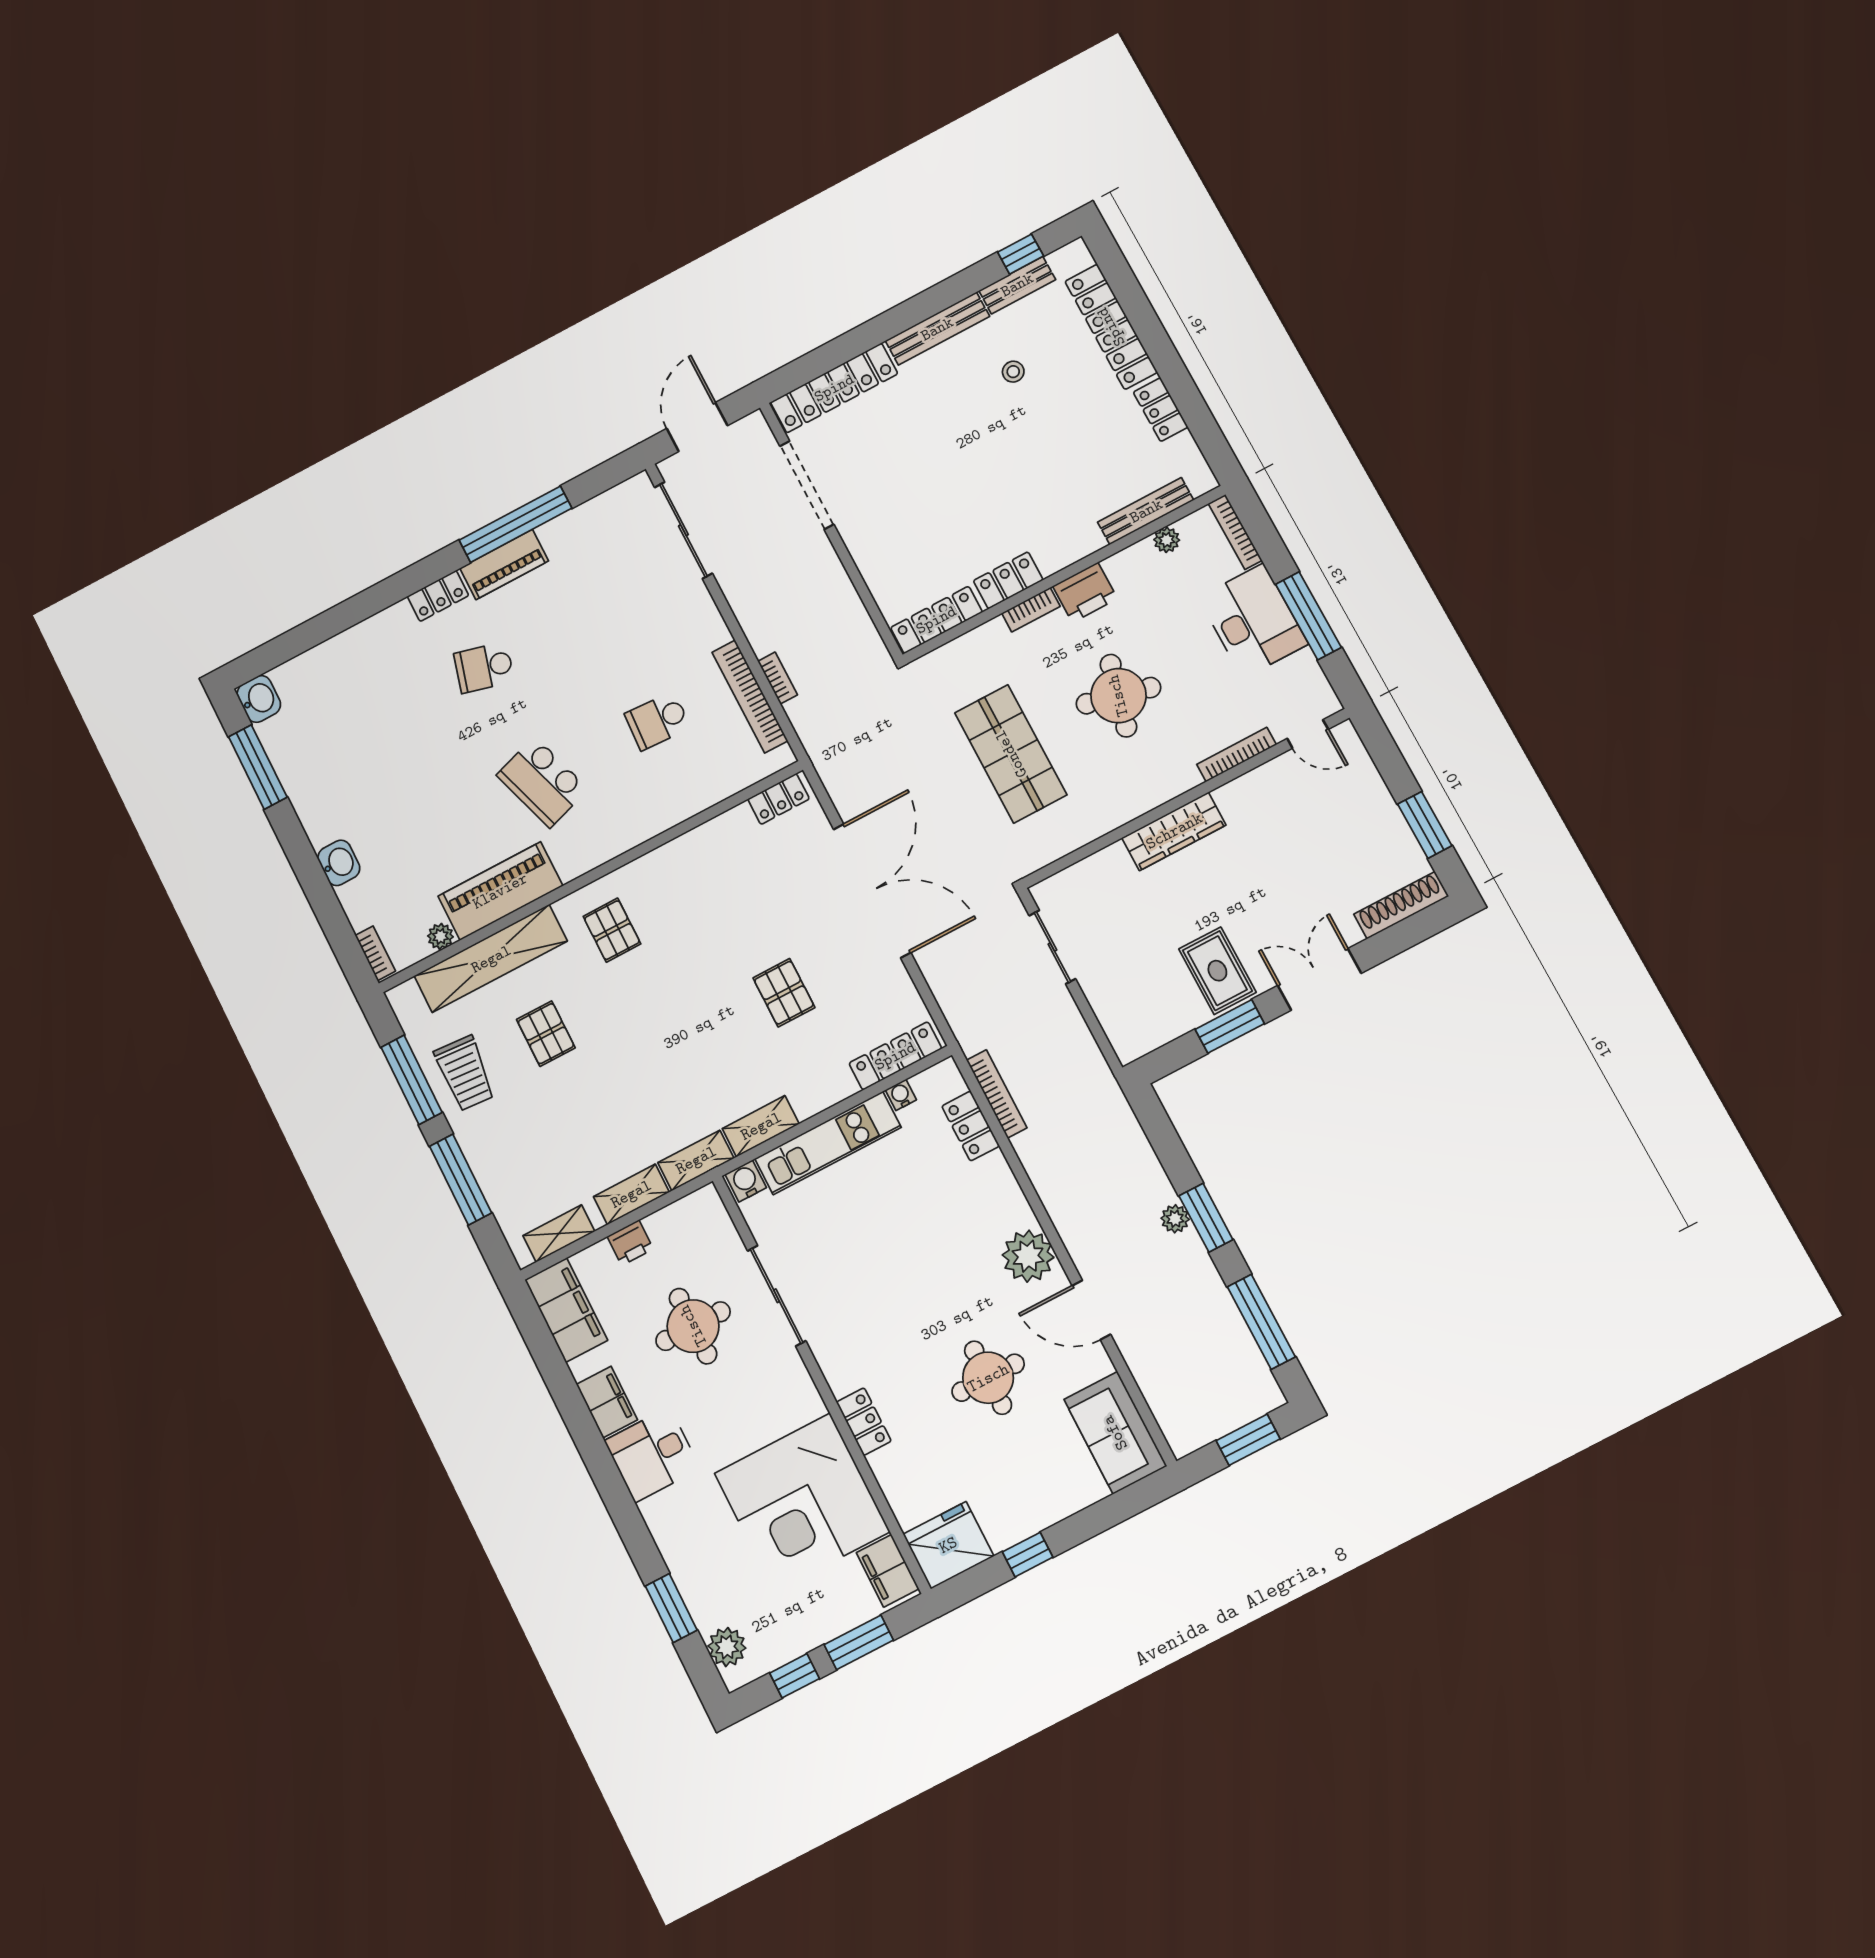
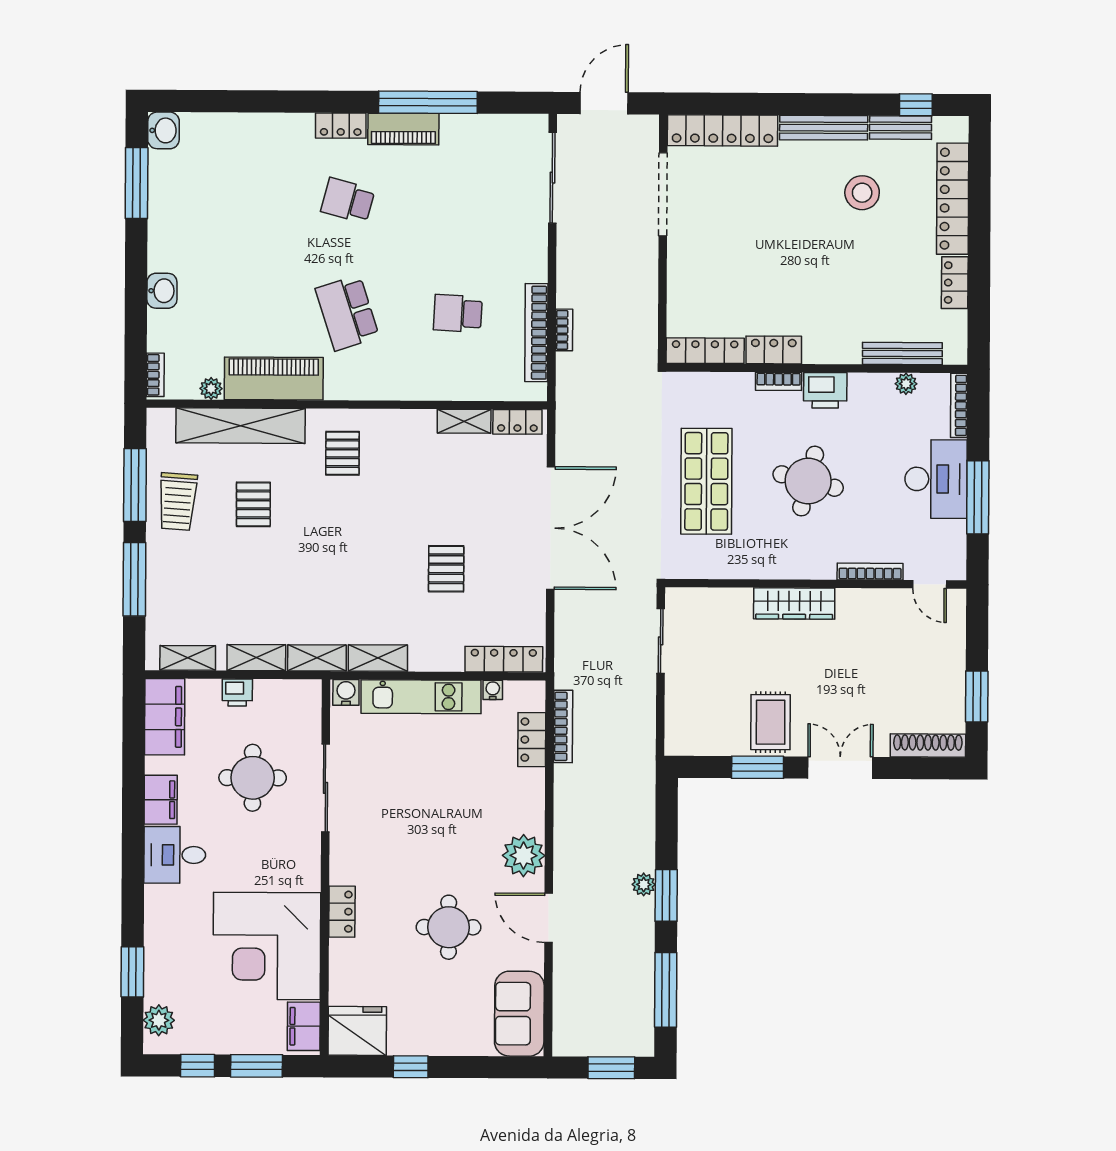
stool: (1013, 372) -> (862, 193), width x1.89, depth x1.89
shelving: (722, 828) -> (464, 421), added

